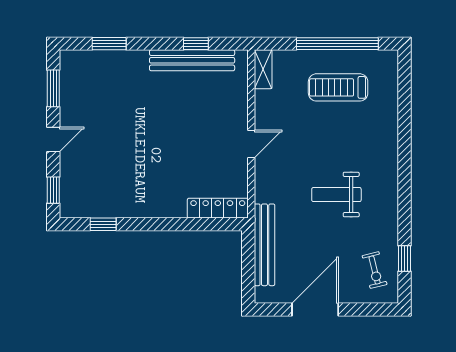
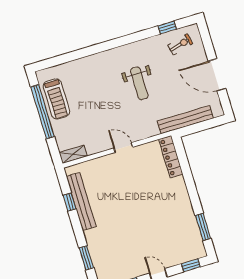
treadmill: (338, 87) -> (56, 99), moved
window: (103, 224) -> (203, 227), width x1.50

